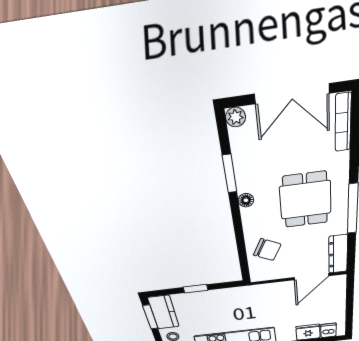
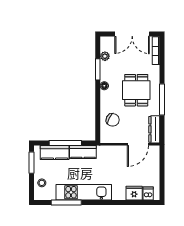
plant: (236, 117) -> (105, 56), moved
window: (196, 289) -> (65, 143), width x2.17
kitchen counter: (225, 296) -> (83, 152), added
kitchen counter: (163, 312) -> (55, 153), moved, turned 90

